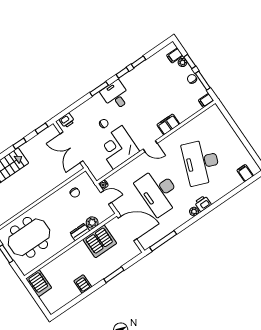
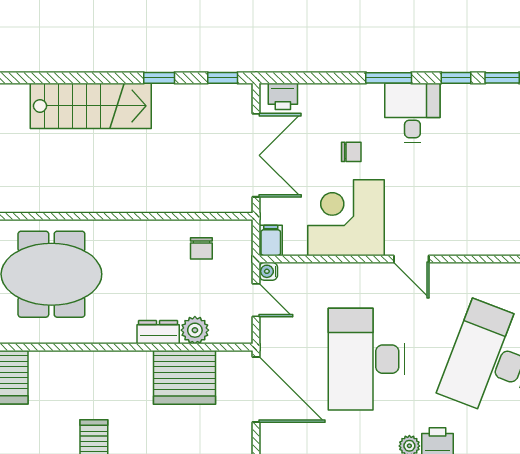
filing cabinet: (168, 124) -> (271, 241), moved, width x0.50
double door: (72, 147) -> (256, 155), swing flipped

